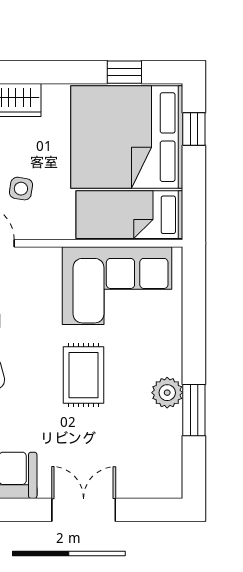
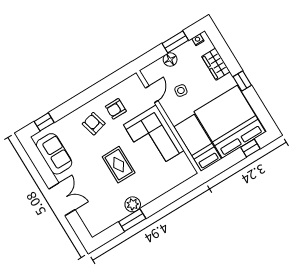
window: (124, 72) -> (242, 81), moved
corner sofa: (117, 286) -> (154, 138), moved
rug: (83, 375) -> (119, 165), turned 90

